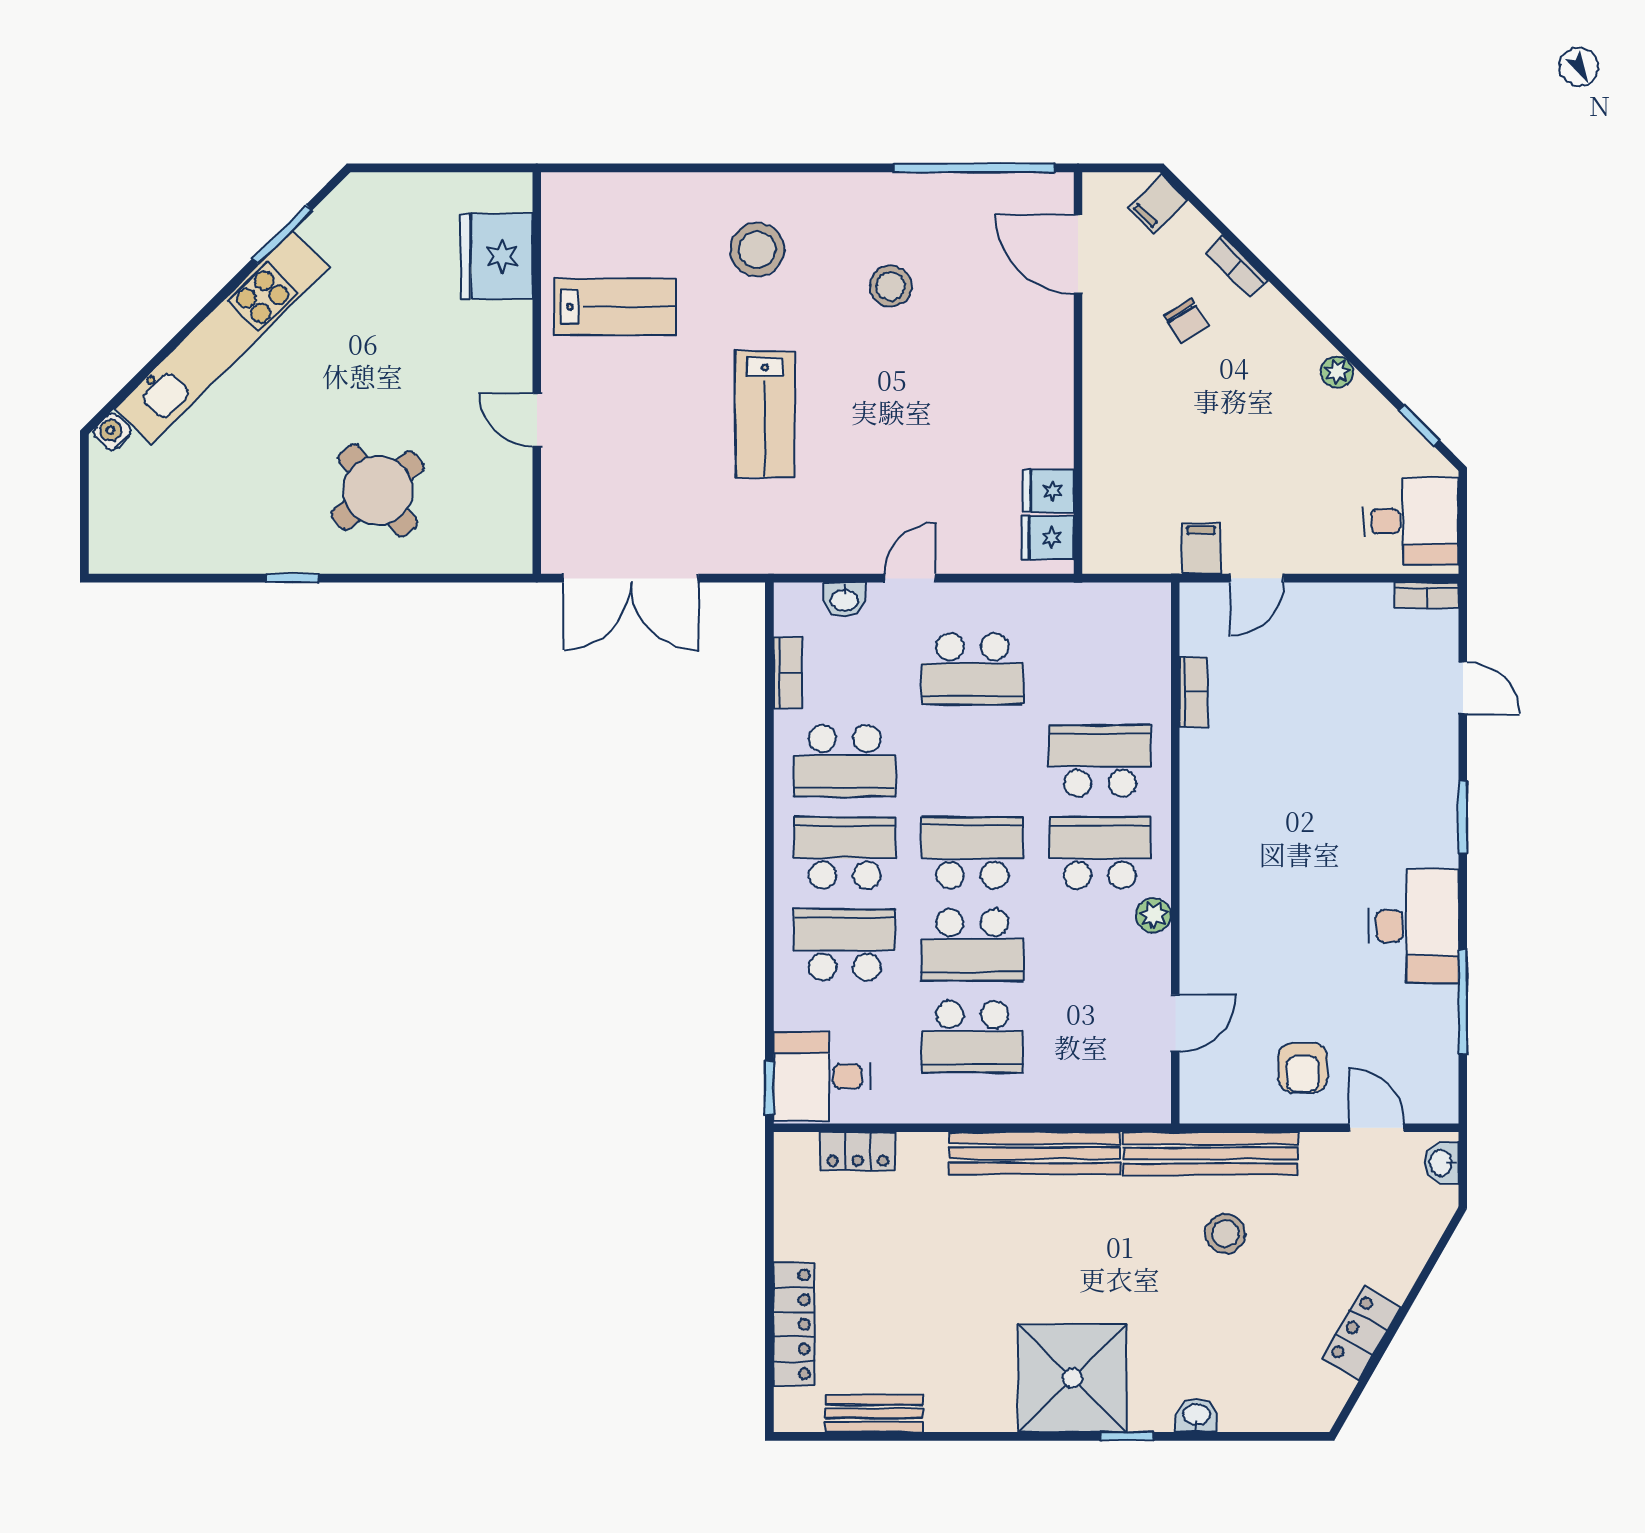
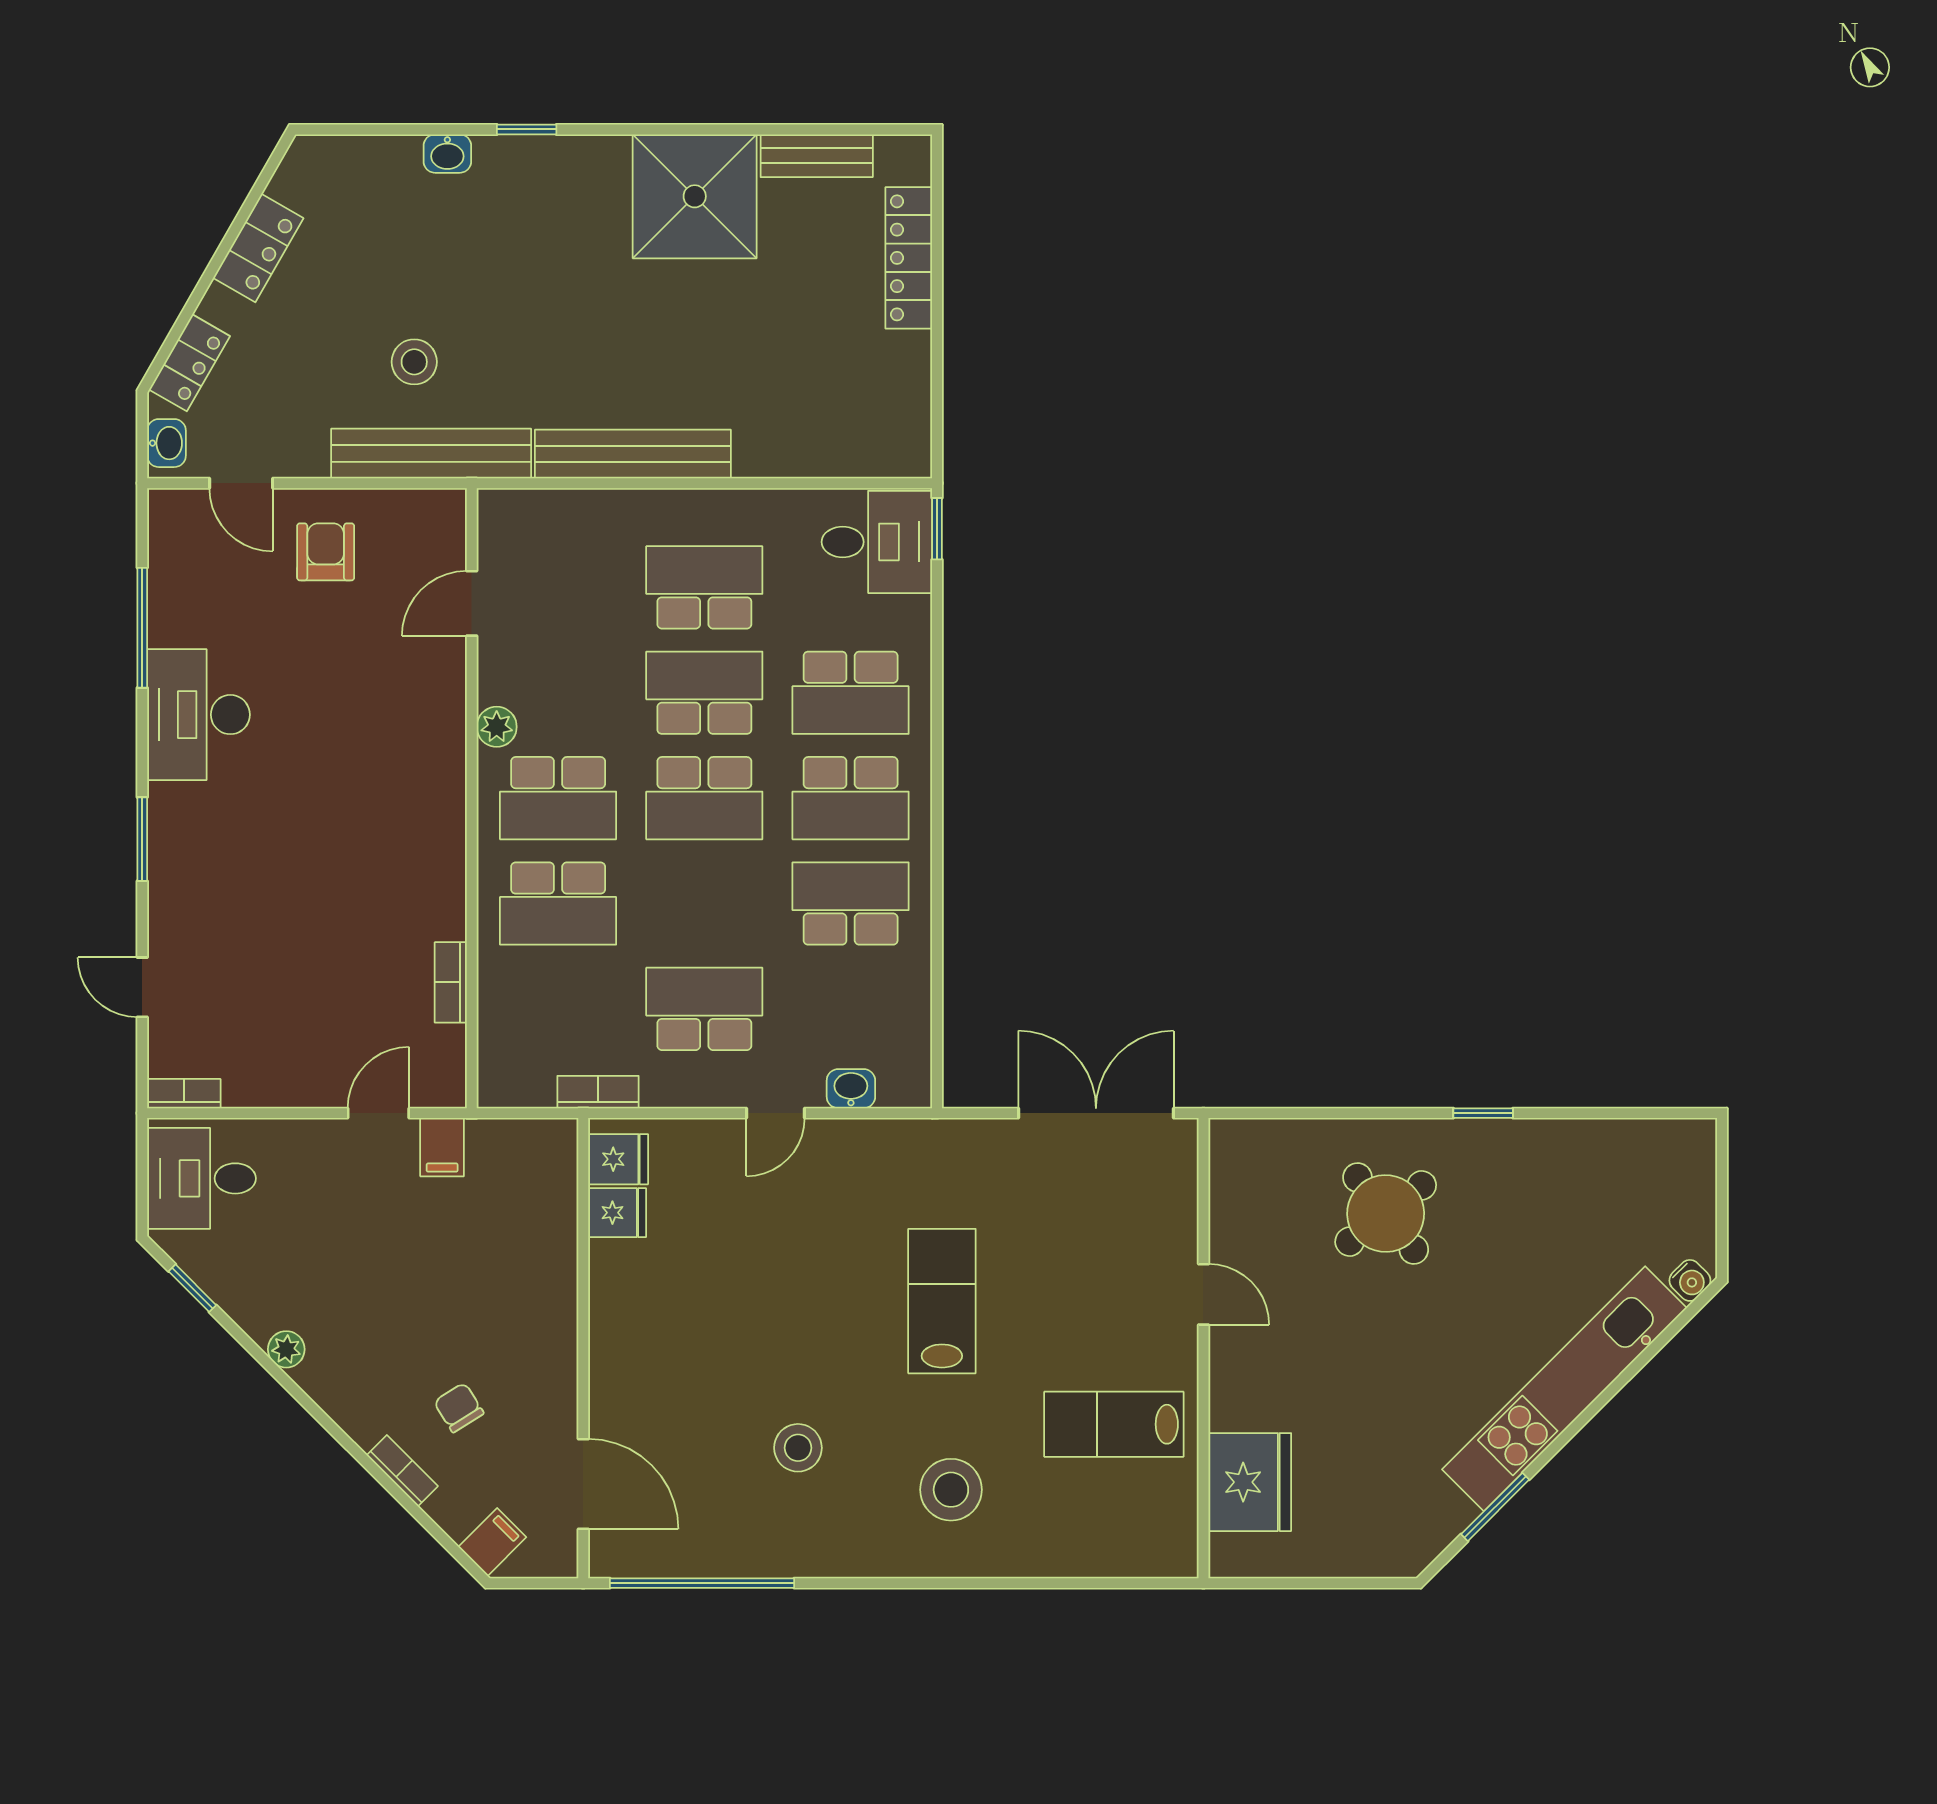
bookcase: (788, 673) -> (598, 1092), moved, turned 90
locker: (858, 1151) -> (190, 363), moved, turned 120
shower: (1072, 1378) -> (695, 196), moved

